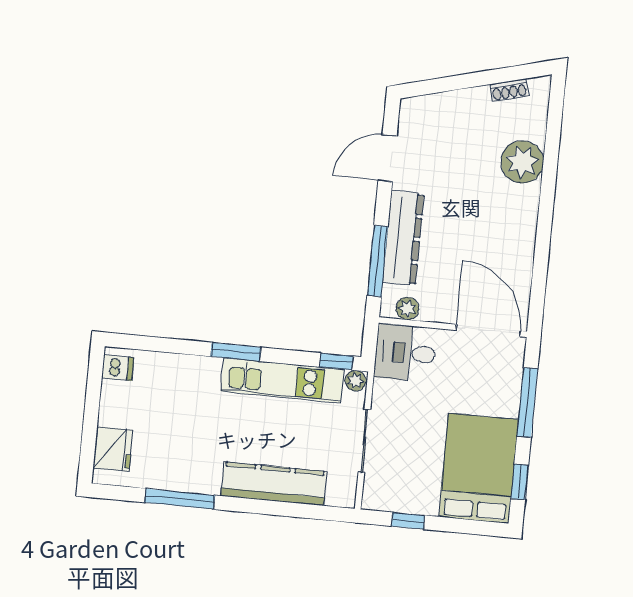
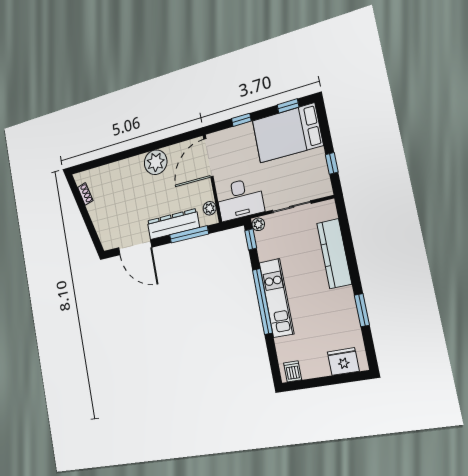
door: (387, 158) -> (135, 248), width x1.36
plant: (522, 162) -> (156, 162), moved
window: (236, 352) -> (262, 301), width x2.11
desk: (405, 353) -> (240, 199), width x1.37
kitchen unit: (282, 380) -> (276, 298), moved
window: (527, 402) -> (241, 120), width x0.46
window: (180, 499) -> (362, 310), width x0.69

